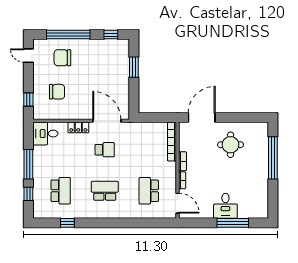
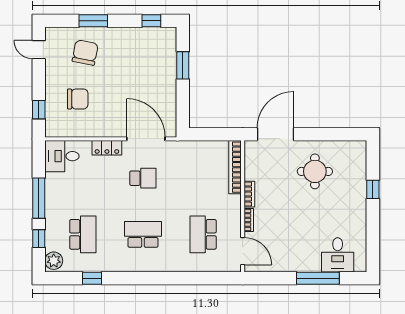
window: (68, 35) -> (93, 21), width x0.47
chair: (62, 58) -> (85, 53), turned 101
window: (273, 158) -> (373, 189), width x0.32
desk: (225, 206) -> (338, 255), moved
plant: (39, 210) -> (54, 261), added

